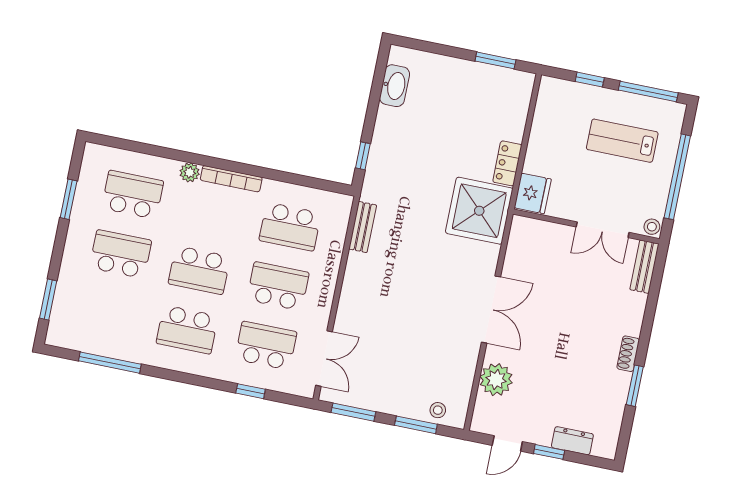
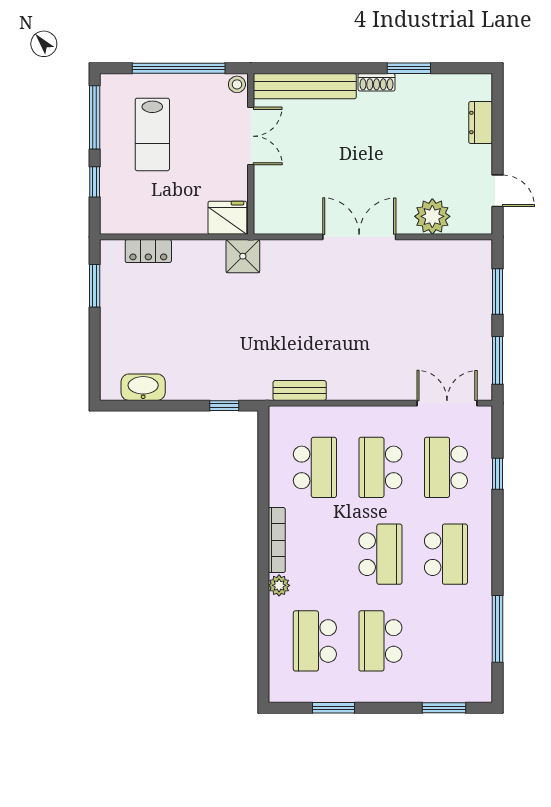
locker: (507, 163) -> (148, 251), moved
shower: (479, 211) -> (243, 256), width x0.54, depth x0.54
bench: (644, 267) -> (305, 86), width x1.86, depth x1.21
stool: (438, 410) -> (477, 272), removed
window: (549, 452) -> (497, 145), removed

